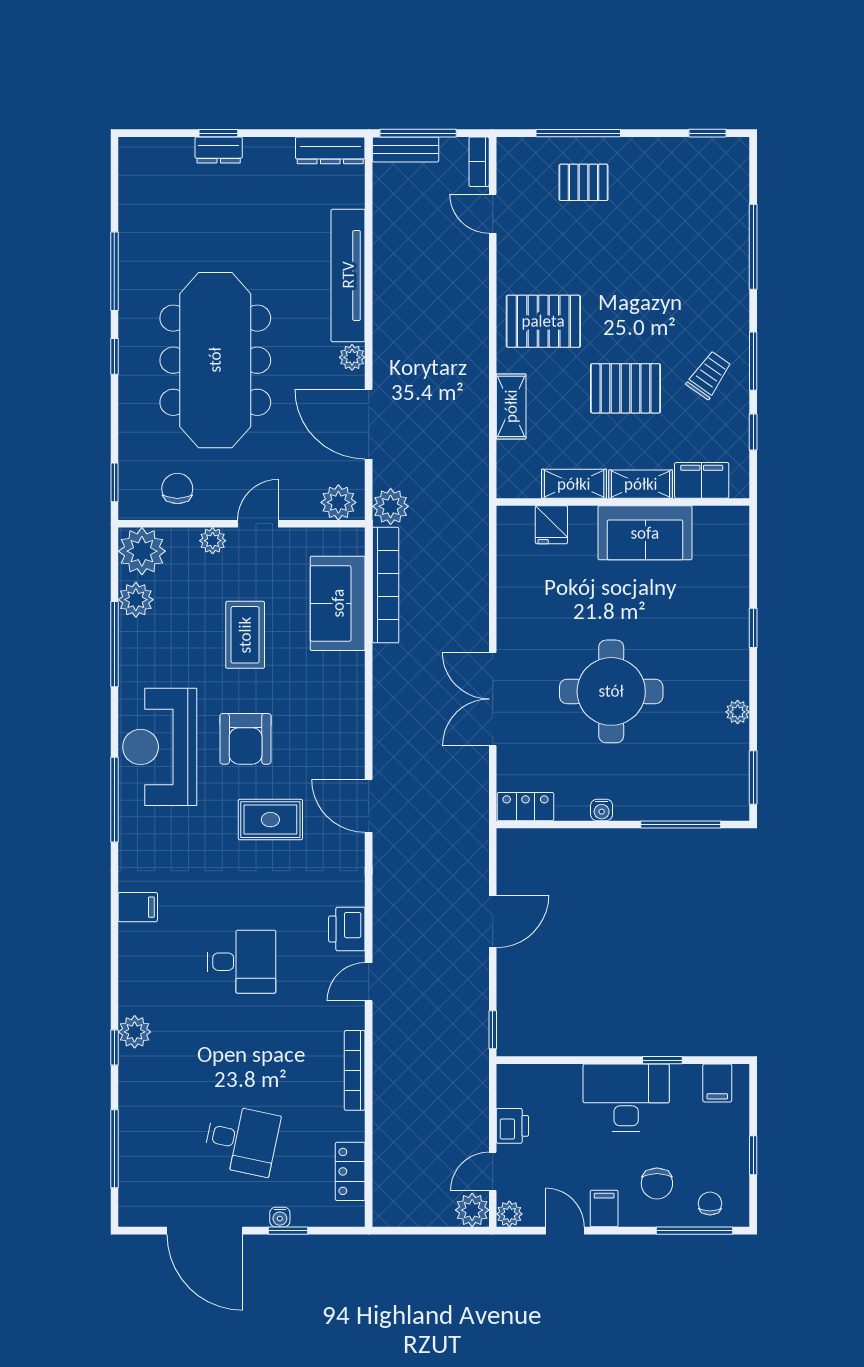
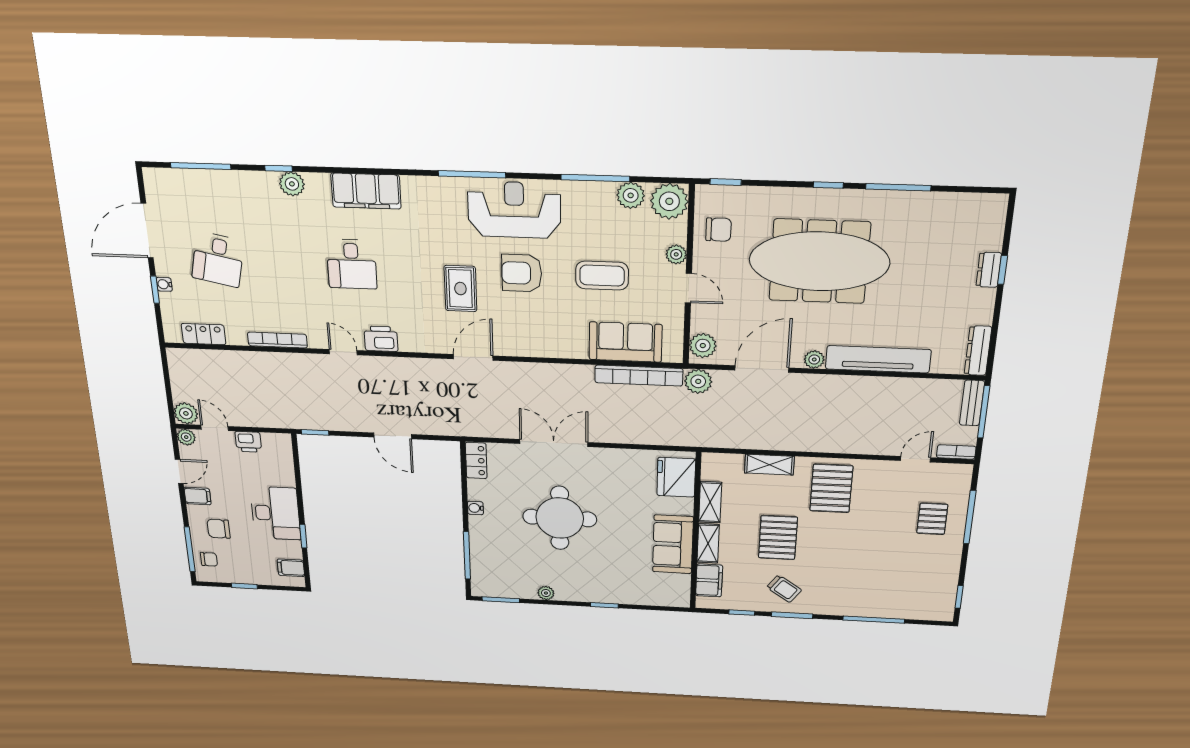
fridge: (551, 525) -> (676, 477), width x1.88, depth x1.34
filing cabinet: (138, 907) -> (366, 191), width x3.00, depth x1.17

